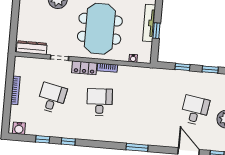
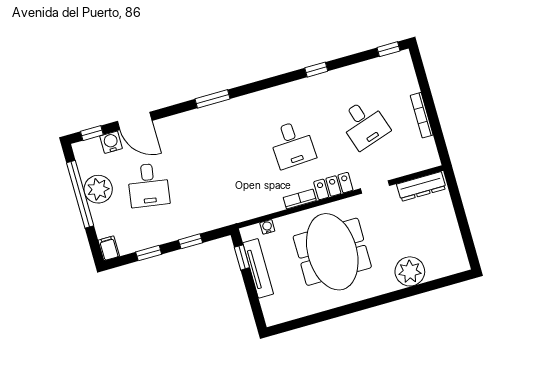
tv unit: (149, 23) -> (258, 268), moved
window: (157, 31) -> (242, 257), moved
desk: (52, 98) -> (364, 124), turned -30
water cooler: (19, 128) -> (111, 142), moved
window: (43, 139) -> (388, 49), moved

